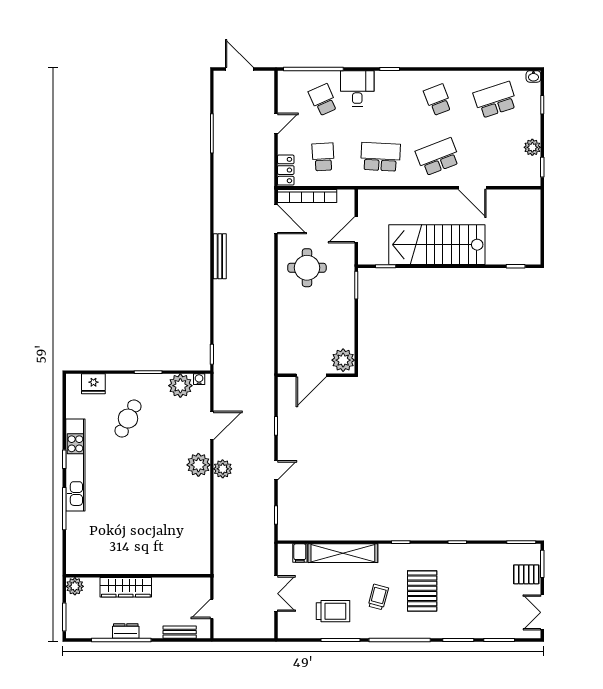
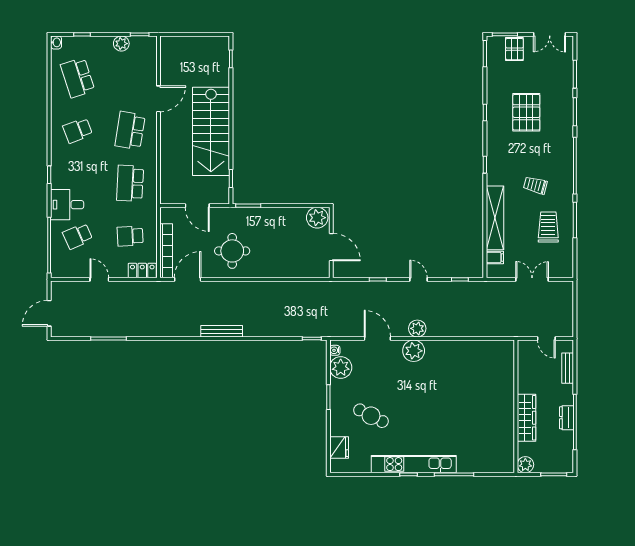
school desk: (438, 157) -> (130, 130), turned 30
pallet: (422, 591) -> (526, 112), moved, turned 90

